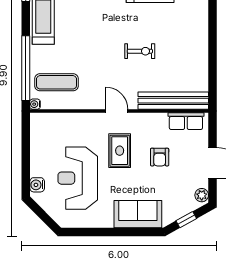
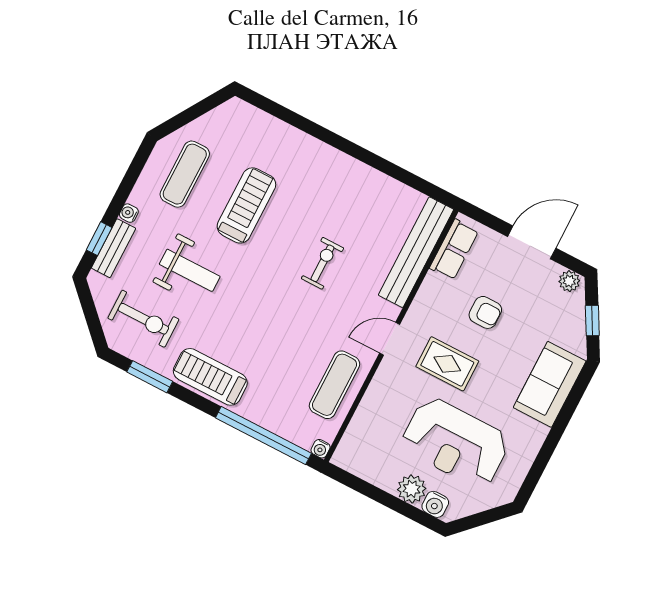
exercise mat: (56, 82) -> (334, 385), moved
plant: (39, 167) -> (412, 489), added

